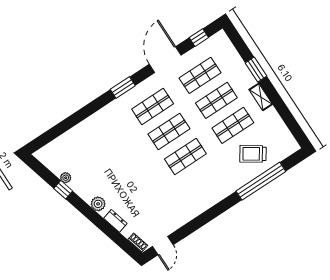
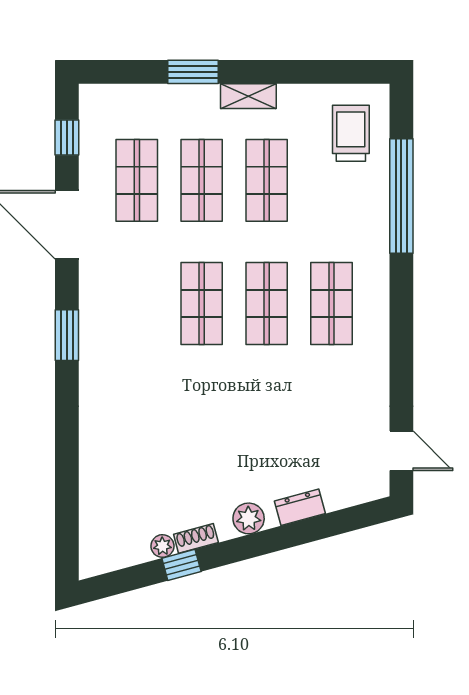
shop shelf: (153, 106) -> (332, 304), moved
trolley: (253, 154) -> (351, 133), moved, turned 146
shoe rack: (138, 242) -> (196, 538), moved

